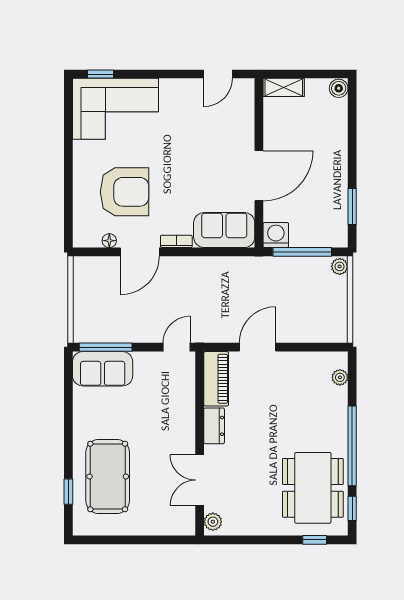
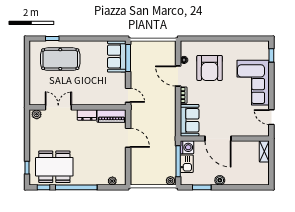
boiler: (339, 88) -> (220, 180), moved
corner sofa: (116, 109) -> (253, 83), moved
kitchen sink: (307, 235) -> (187, 164), added

